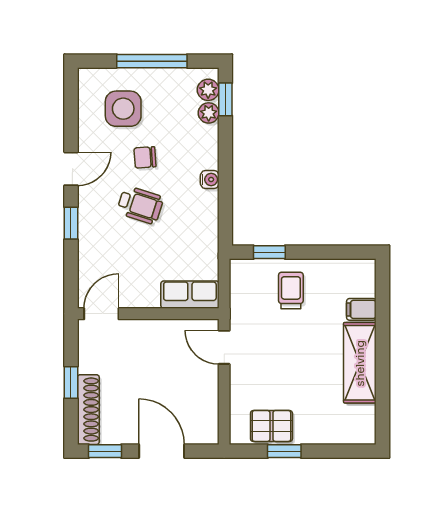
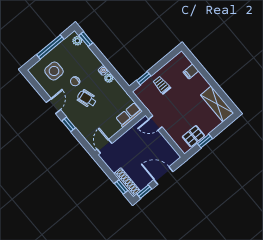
plant: (209, 113) -> (109, 78), moved
wheelchair: (140, 205) -> (87, 99), turned -126
shelving: (360, 363) -> (217, 104), moved
window: (71, 382) -> (121, 187), moved

